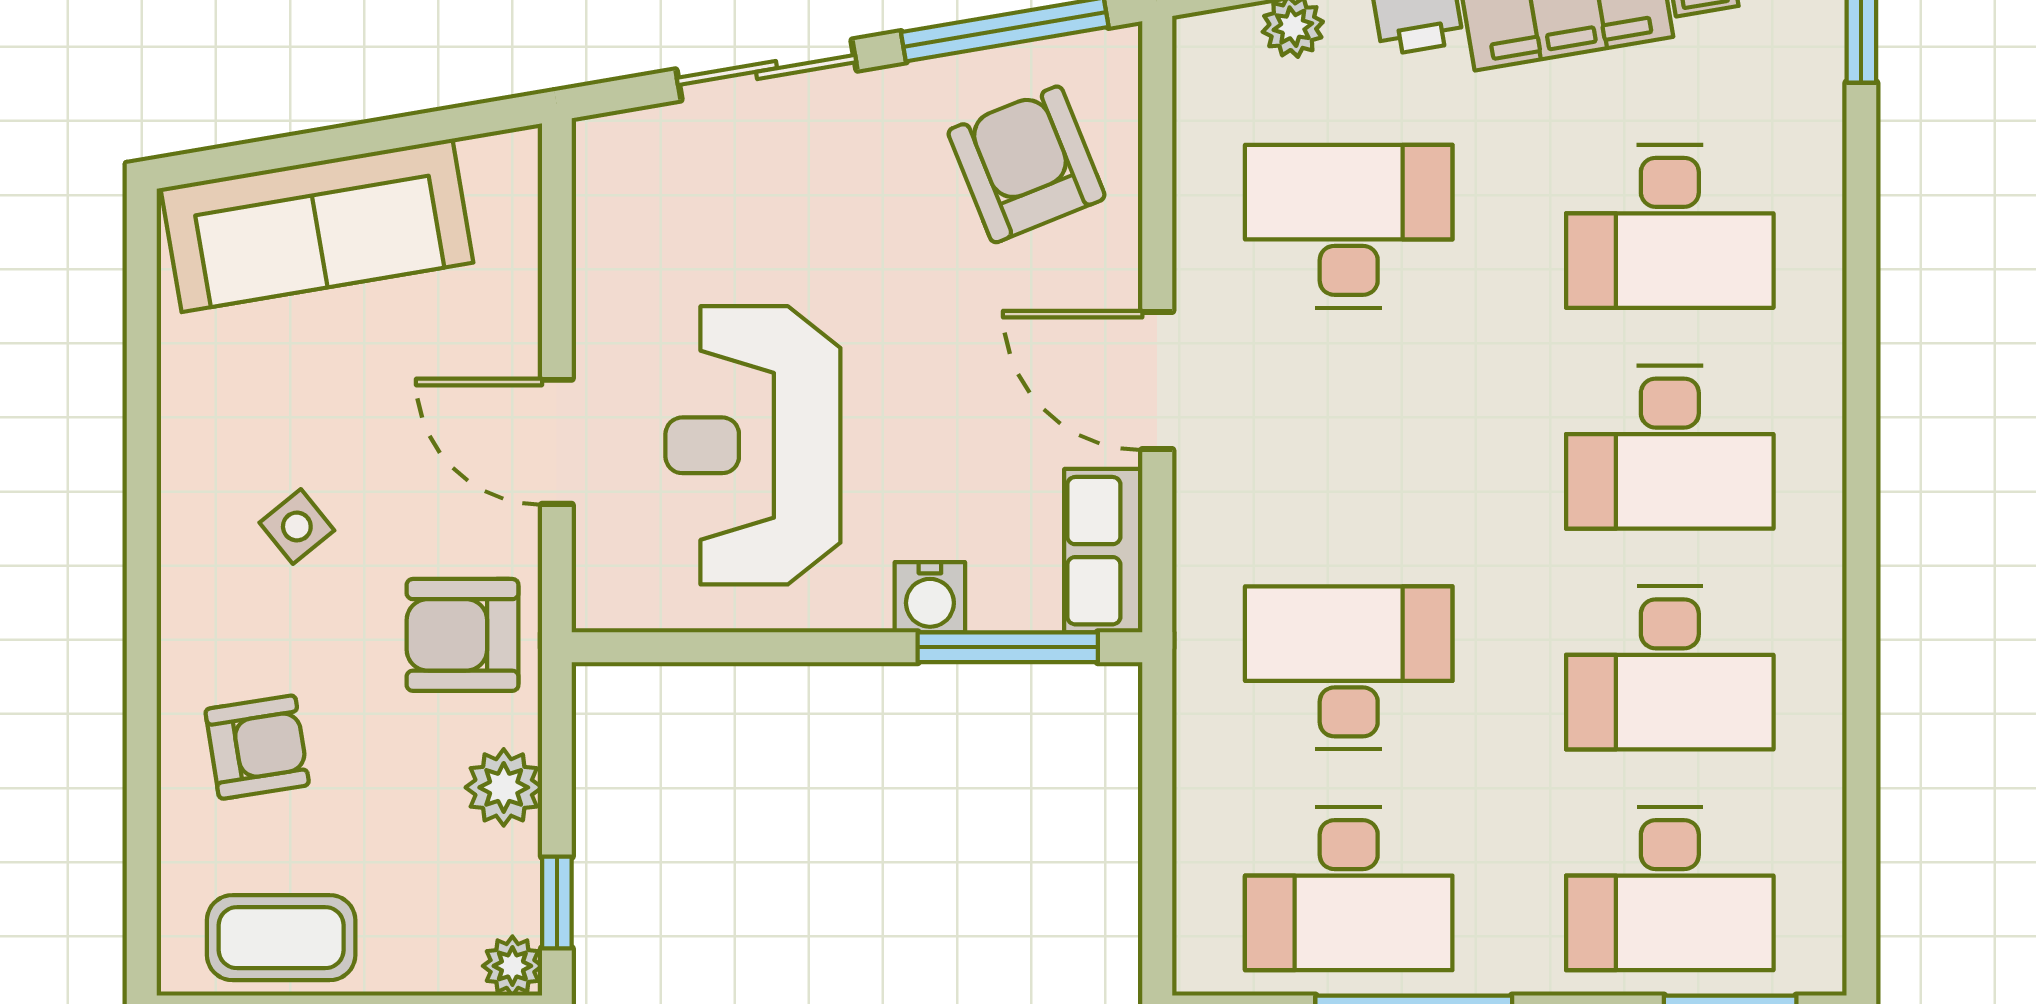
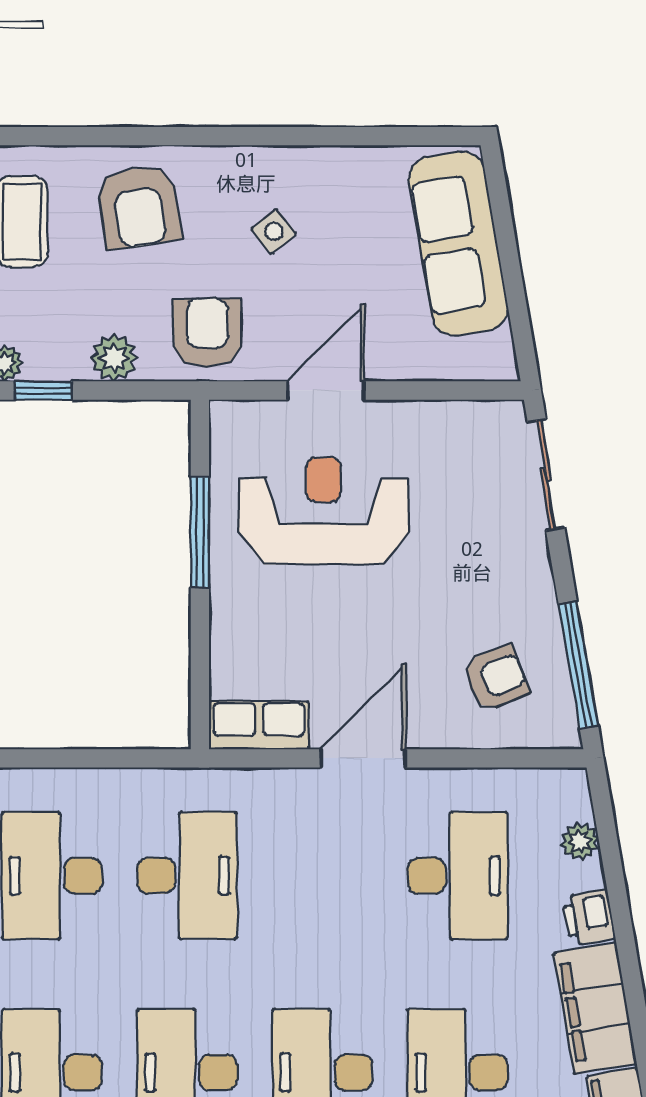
sliding door: (767, 70) -> (546, 475), moved
armchair: (1026, 164) -> (496, 678), width x0.72, depth x0.72
water cooler: (930, 597) -> (230, 619), removed
window: (1008, 647) -> (200, 532), moved
armchair: (257, 747) -> (139, 207), width x1.38, depth x1.38

